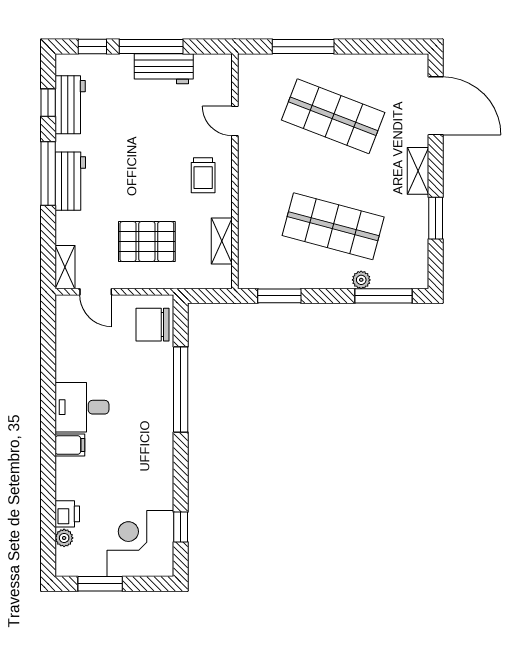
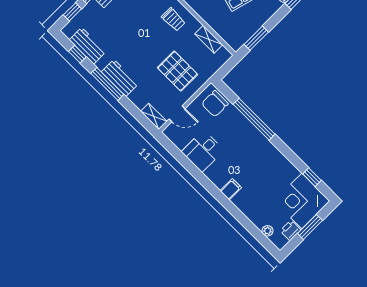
pallet: (147, 242) -> (178, 71), turned 90
desk: (82, 407) -> (203, 151), moved
printer: (67, 514) -> (290, 230), moved, turned -90
window: (100, 584) -> (310, 227), moved

